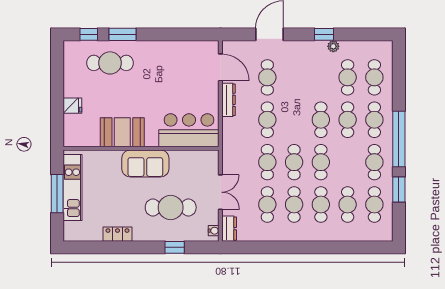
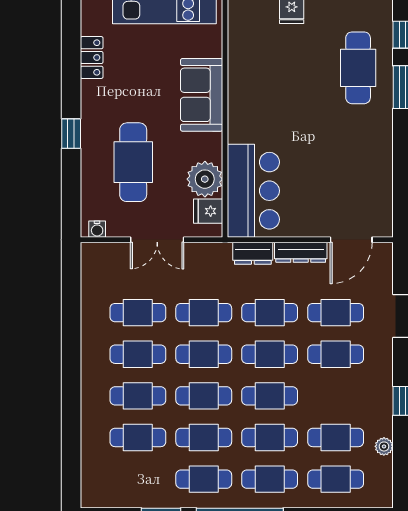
plant: (333, 46) -> (384, 446), moved
cafe table: (294, 77) -> (336, 354), added
cafe table: (294, 120) -> (270, 354), added
booth: (122, 132) -> (250, 87), removed
fridge: (202, 159) -> (208, 211), added
plant: (182, 161) -> (205, 179), added
sofa: (145, 163) -> (202, 95), moved
cafe table: (374, 205) -> (204, 437), moved
dresser: (229, 229) -> (253, 253), moved
locker: (117, 234) -> (92, 57), moved
window: (175, 247) -> (71, 134), moved

